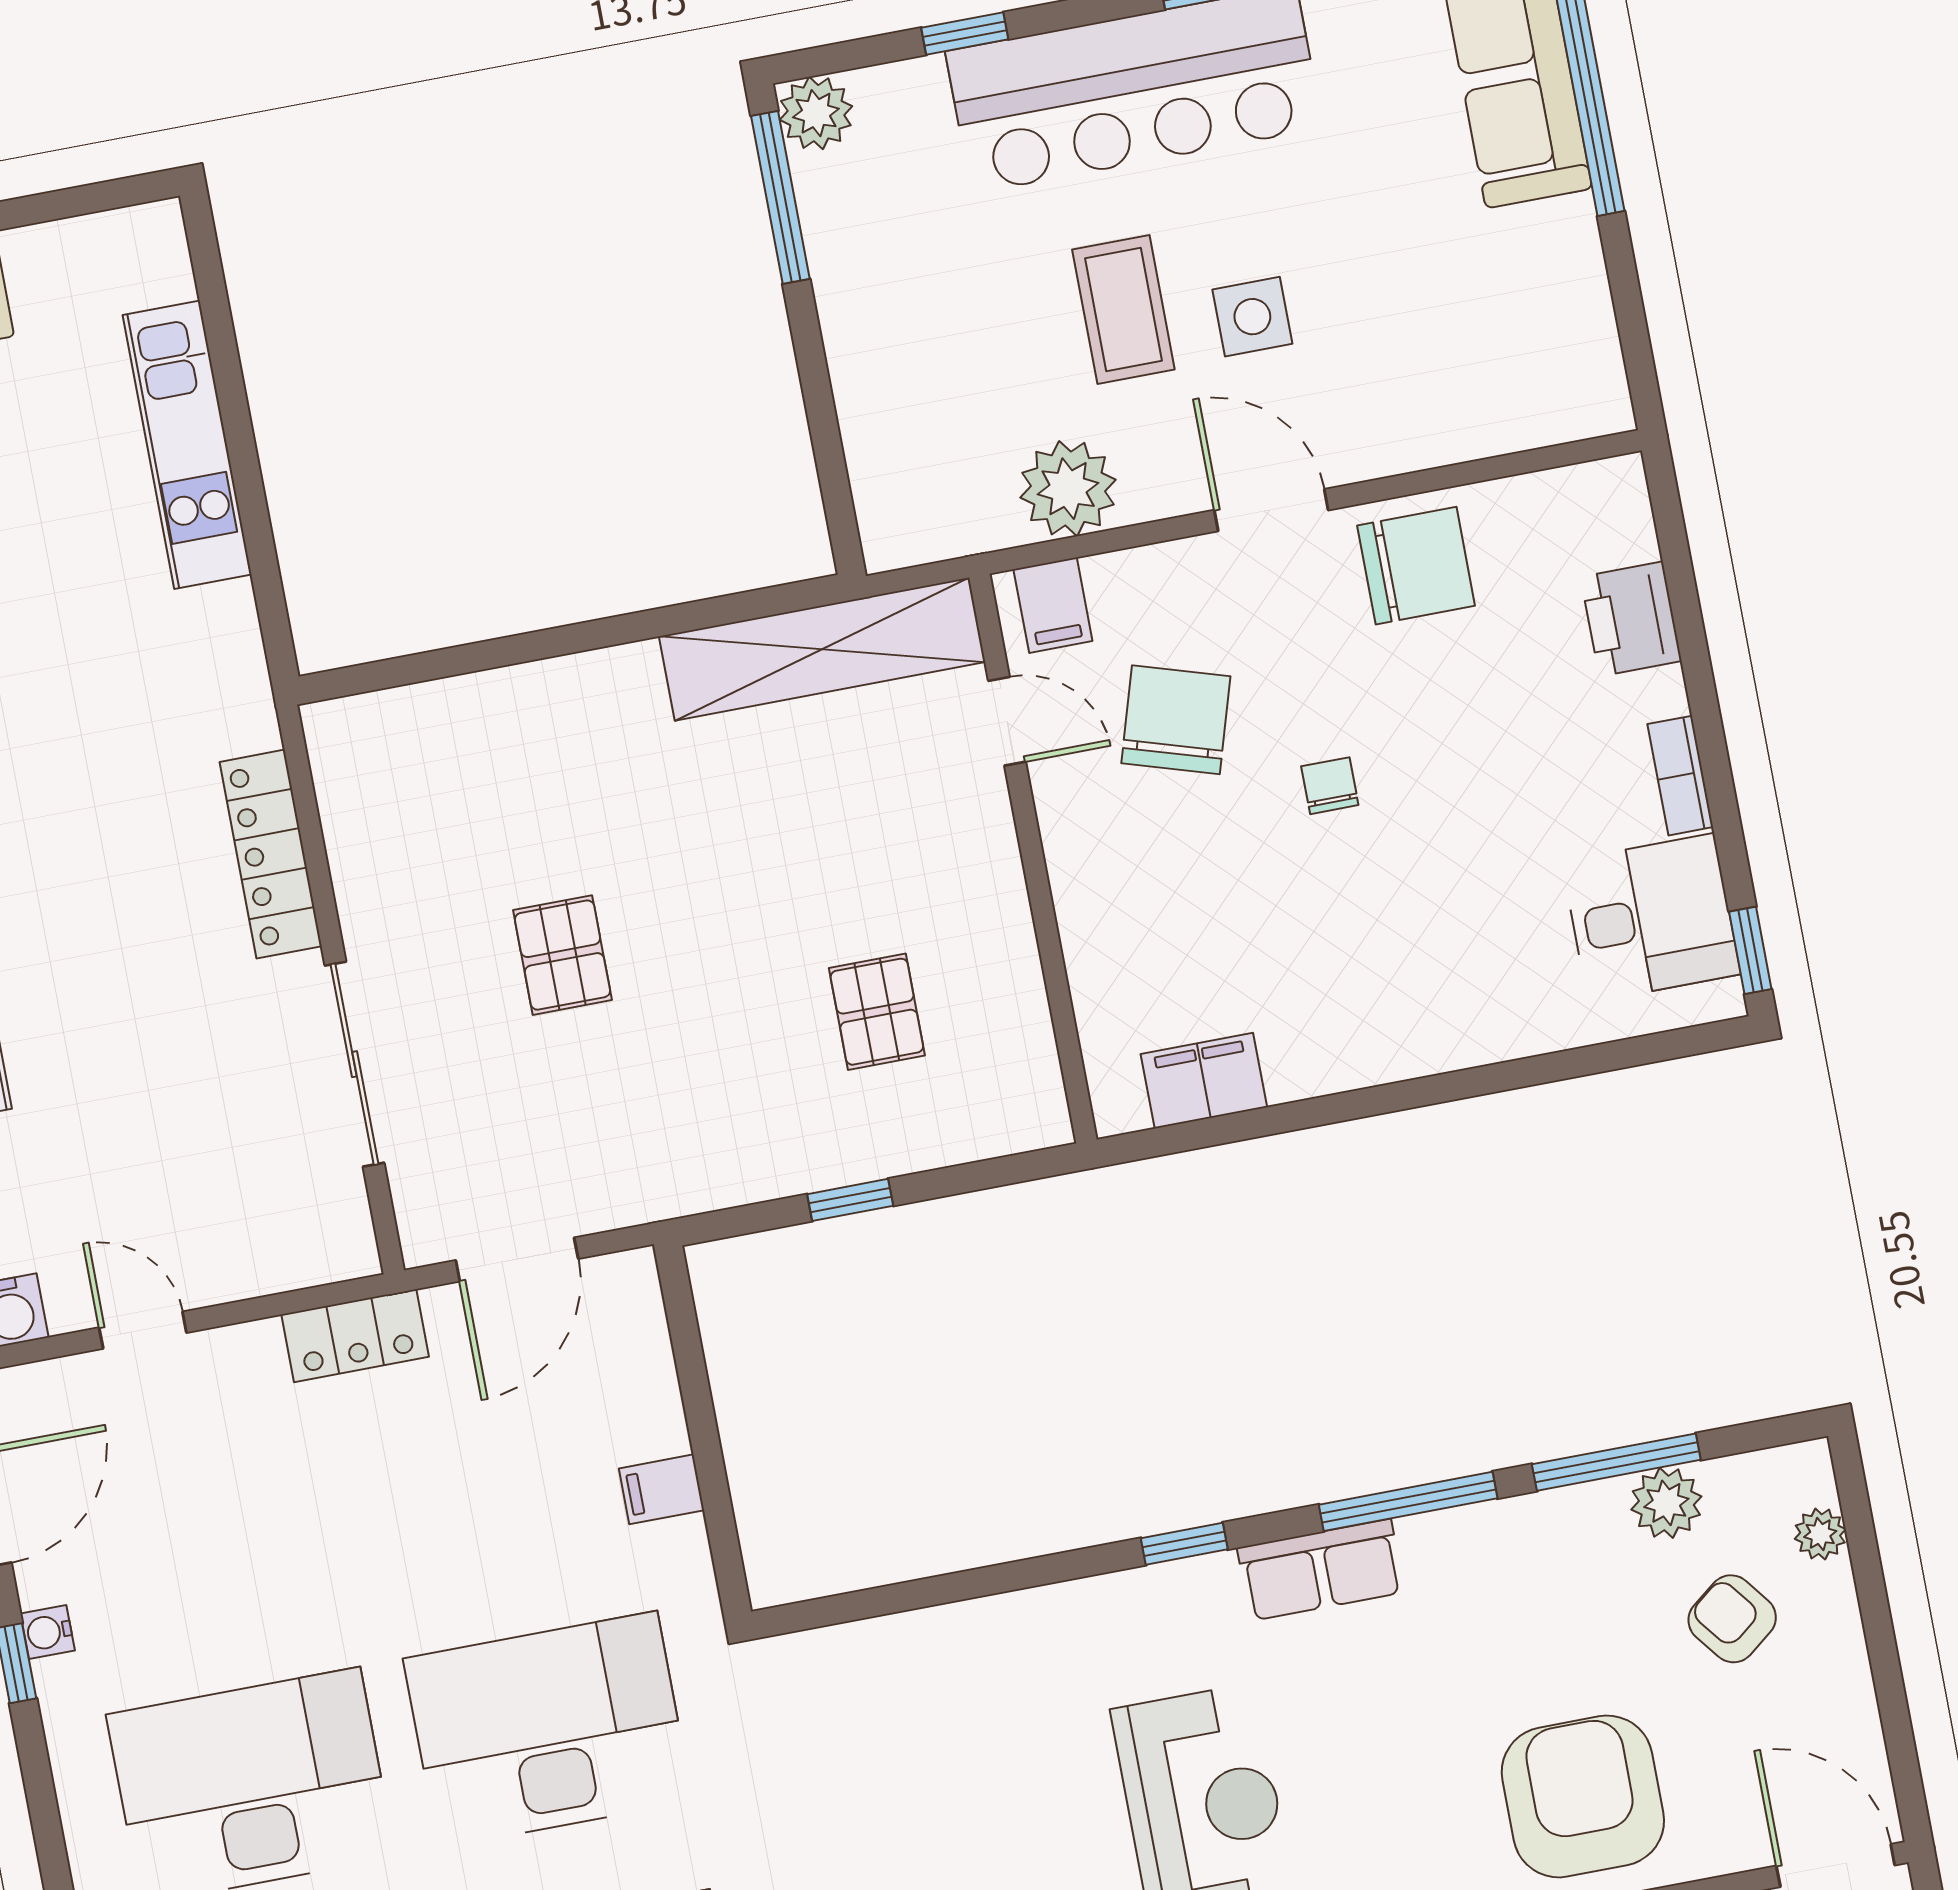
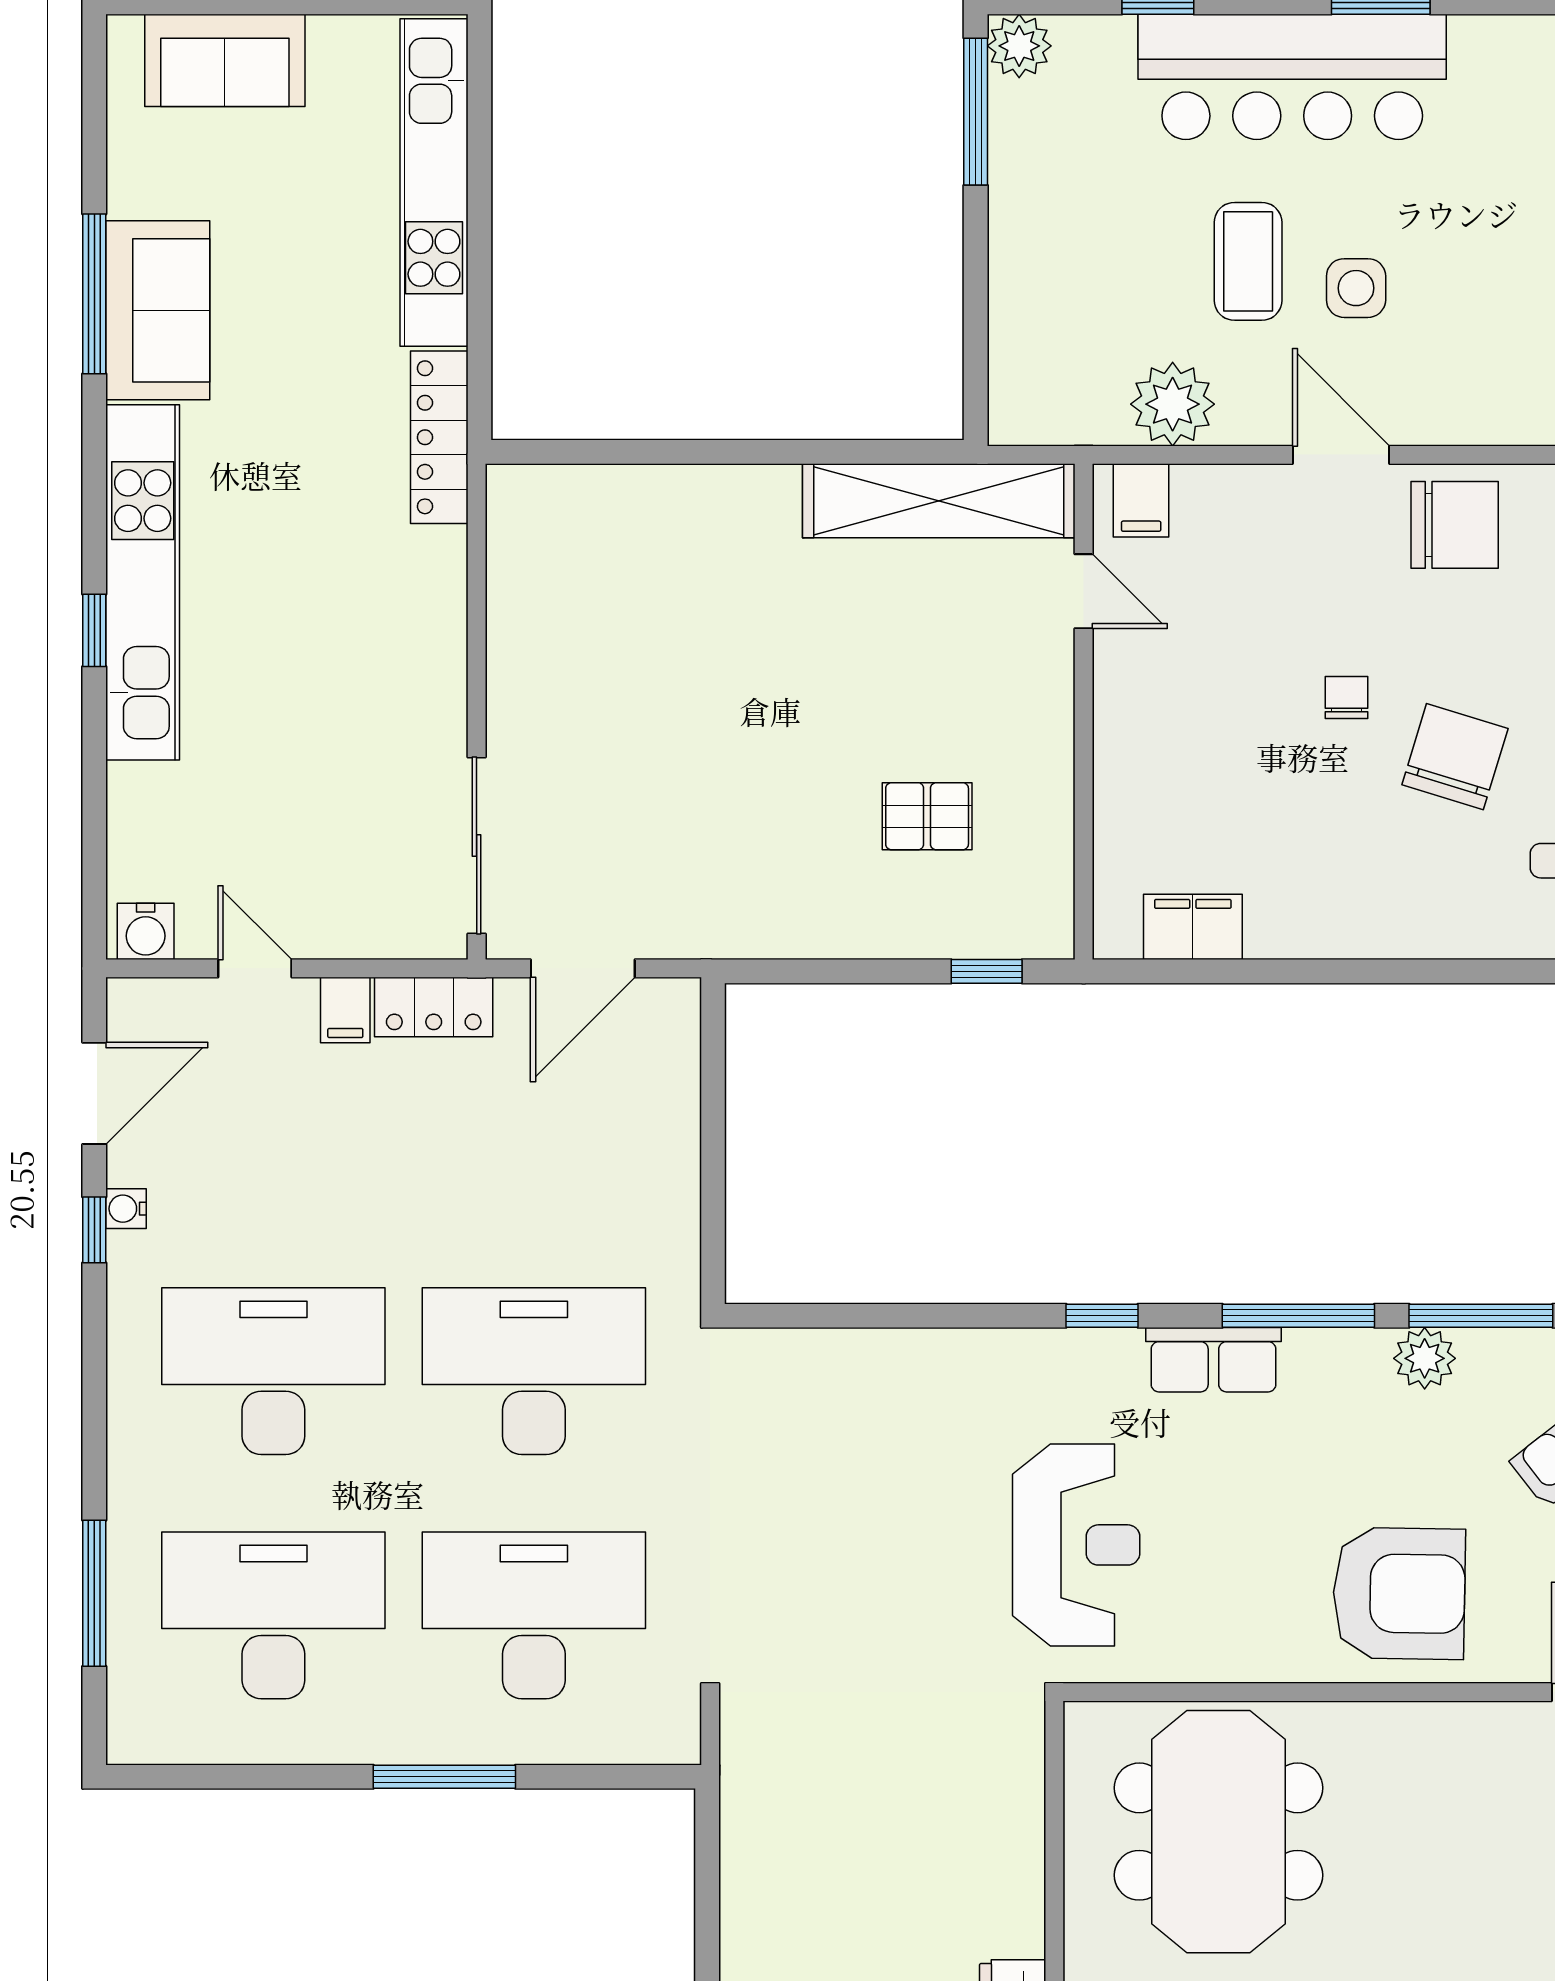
kitchen unit: (187, 445) -> (434, 182), width x1.36
chair: (1176, 720) -> (1455, 757), moved
locker: (271, 854) -> (439, 437), moved
pallet: (562, 955) -> (670, 718), removed
pallet: (877, 1012) -> (927, 816), turned 90
sliding door: (355, 1064) -> (477, 846), moved
window: (850, 1200) -> (987, 971), moved
filing cabinet: (662, 1489) -> (345, 1010), moved, turned -90
plant: (1666, 1503) -> (1425, 1358), moved
armchair: (1583, 1796) -> (1399, 1593), turned 91

